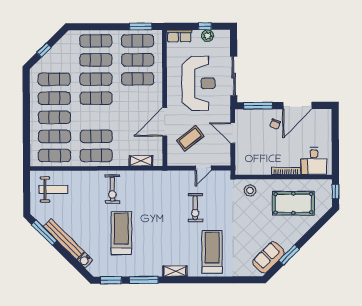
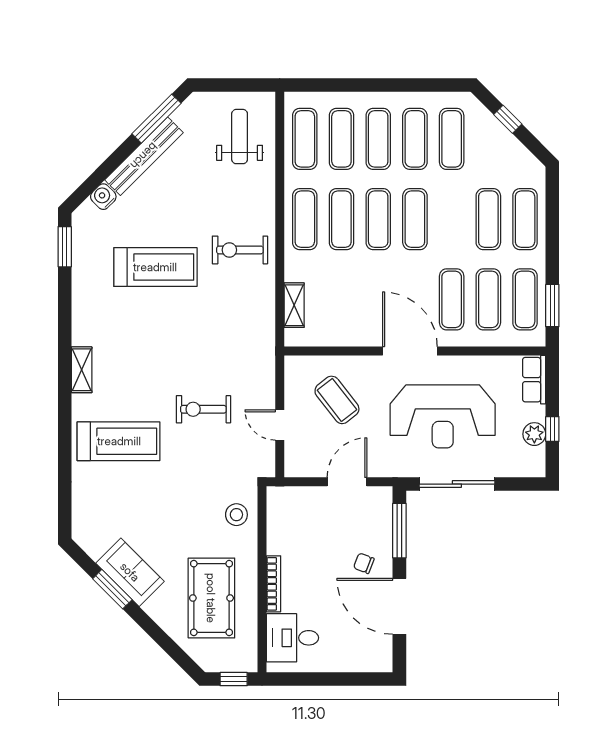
exercise mat: (96, 79) -> (378, 219), moved
door: (165, 122) -> (410, 351), moved
weight bench: (53, 189) -> (240, 137), turned 180
sofa: (268, 257) -> (130, 572), moved
window: (144, 280) -> (65, 310), removed

